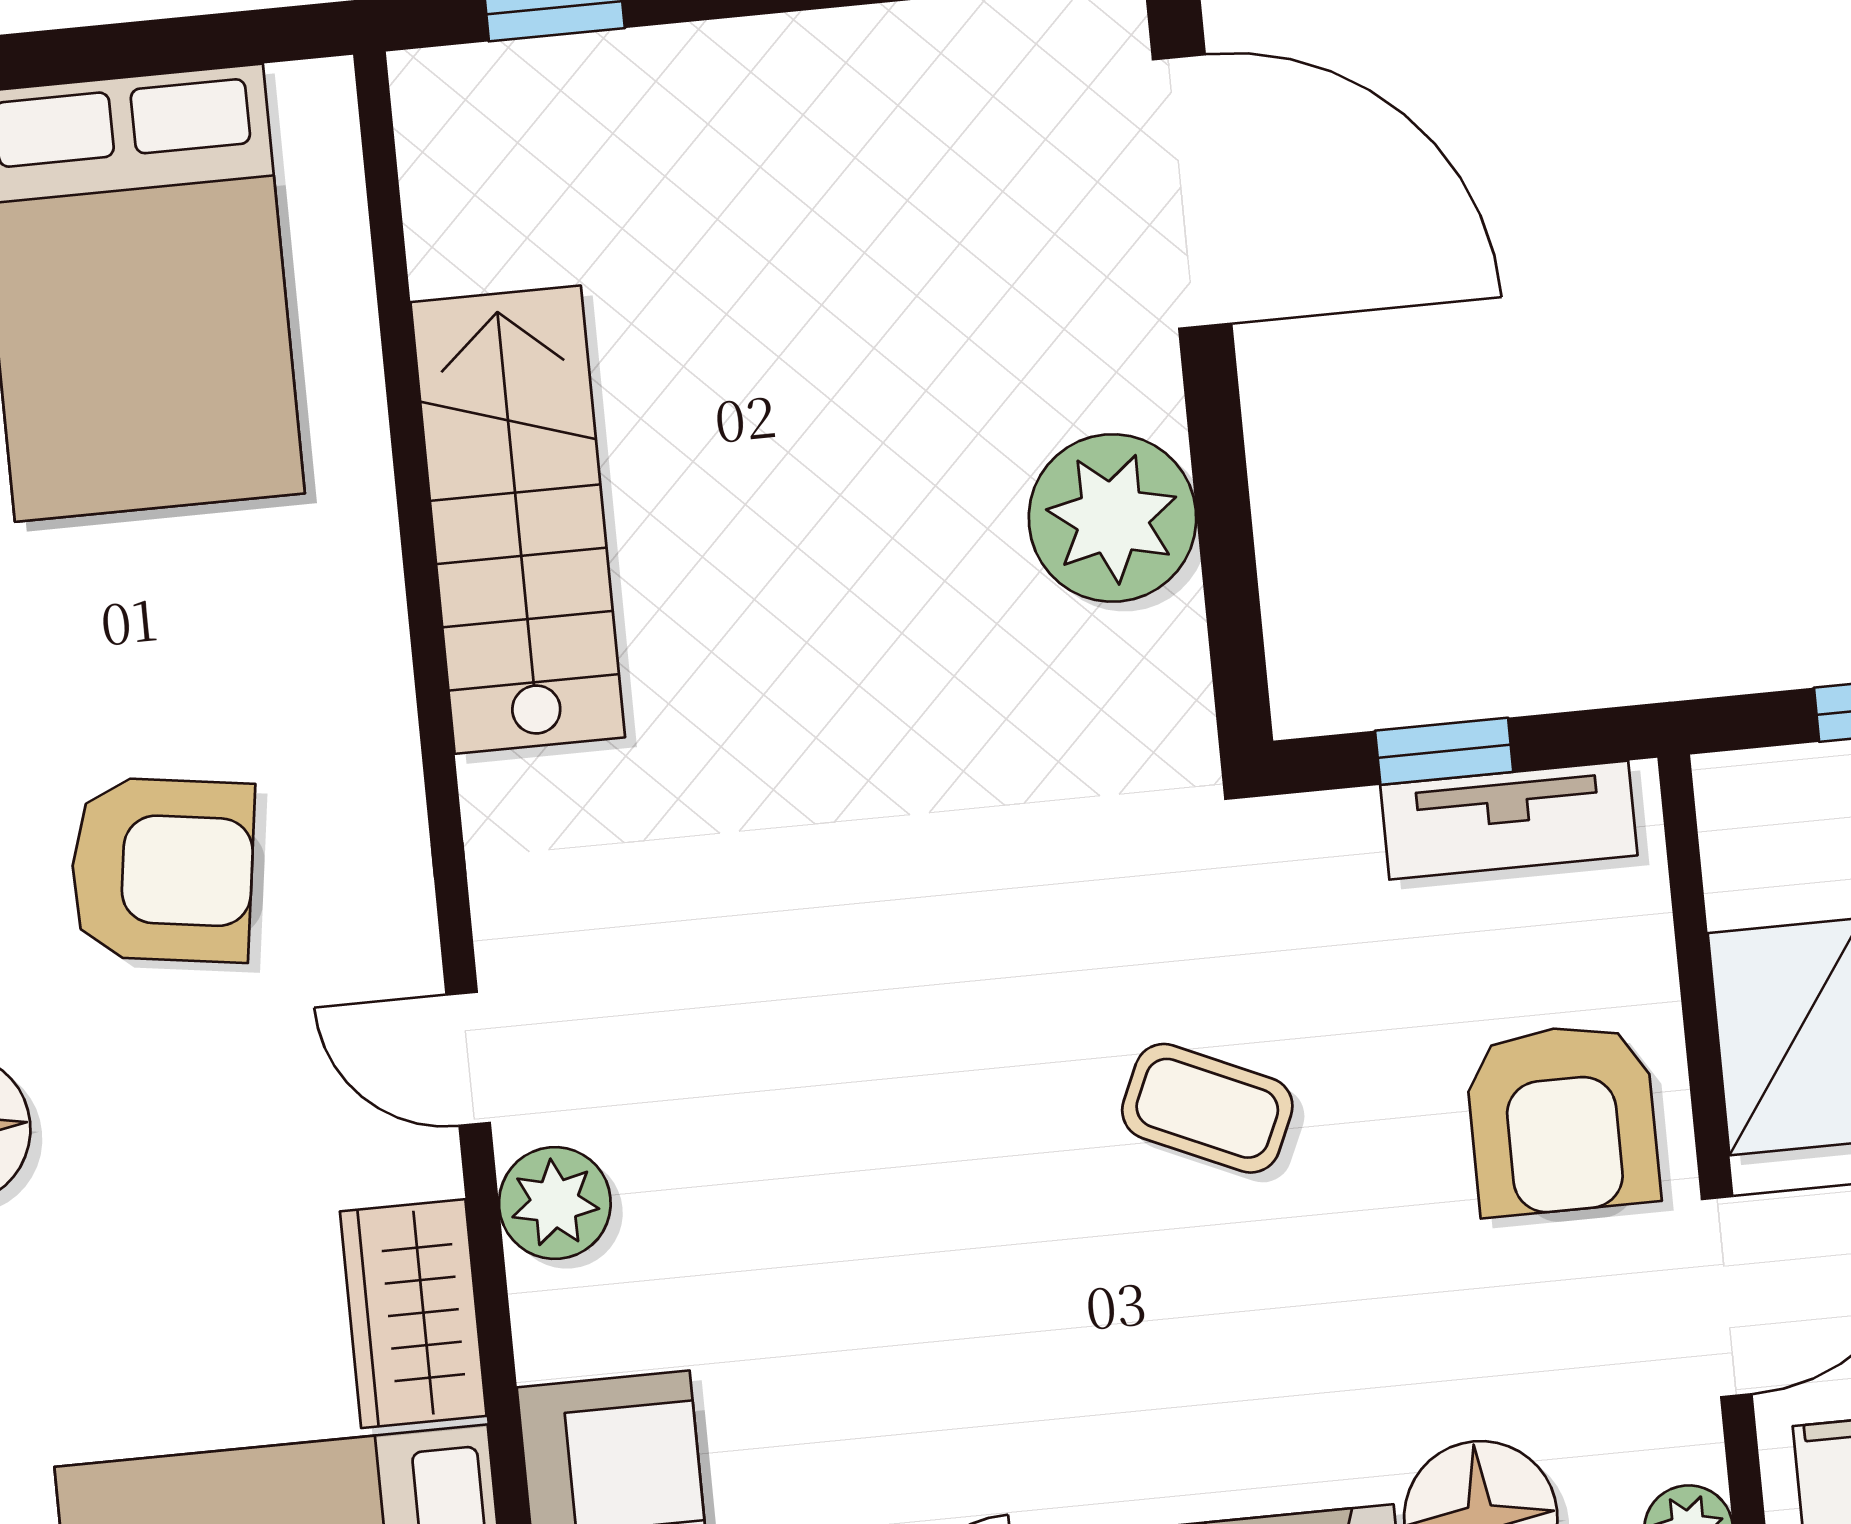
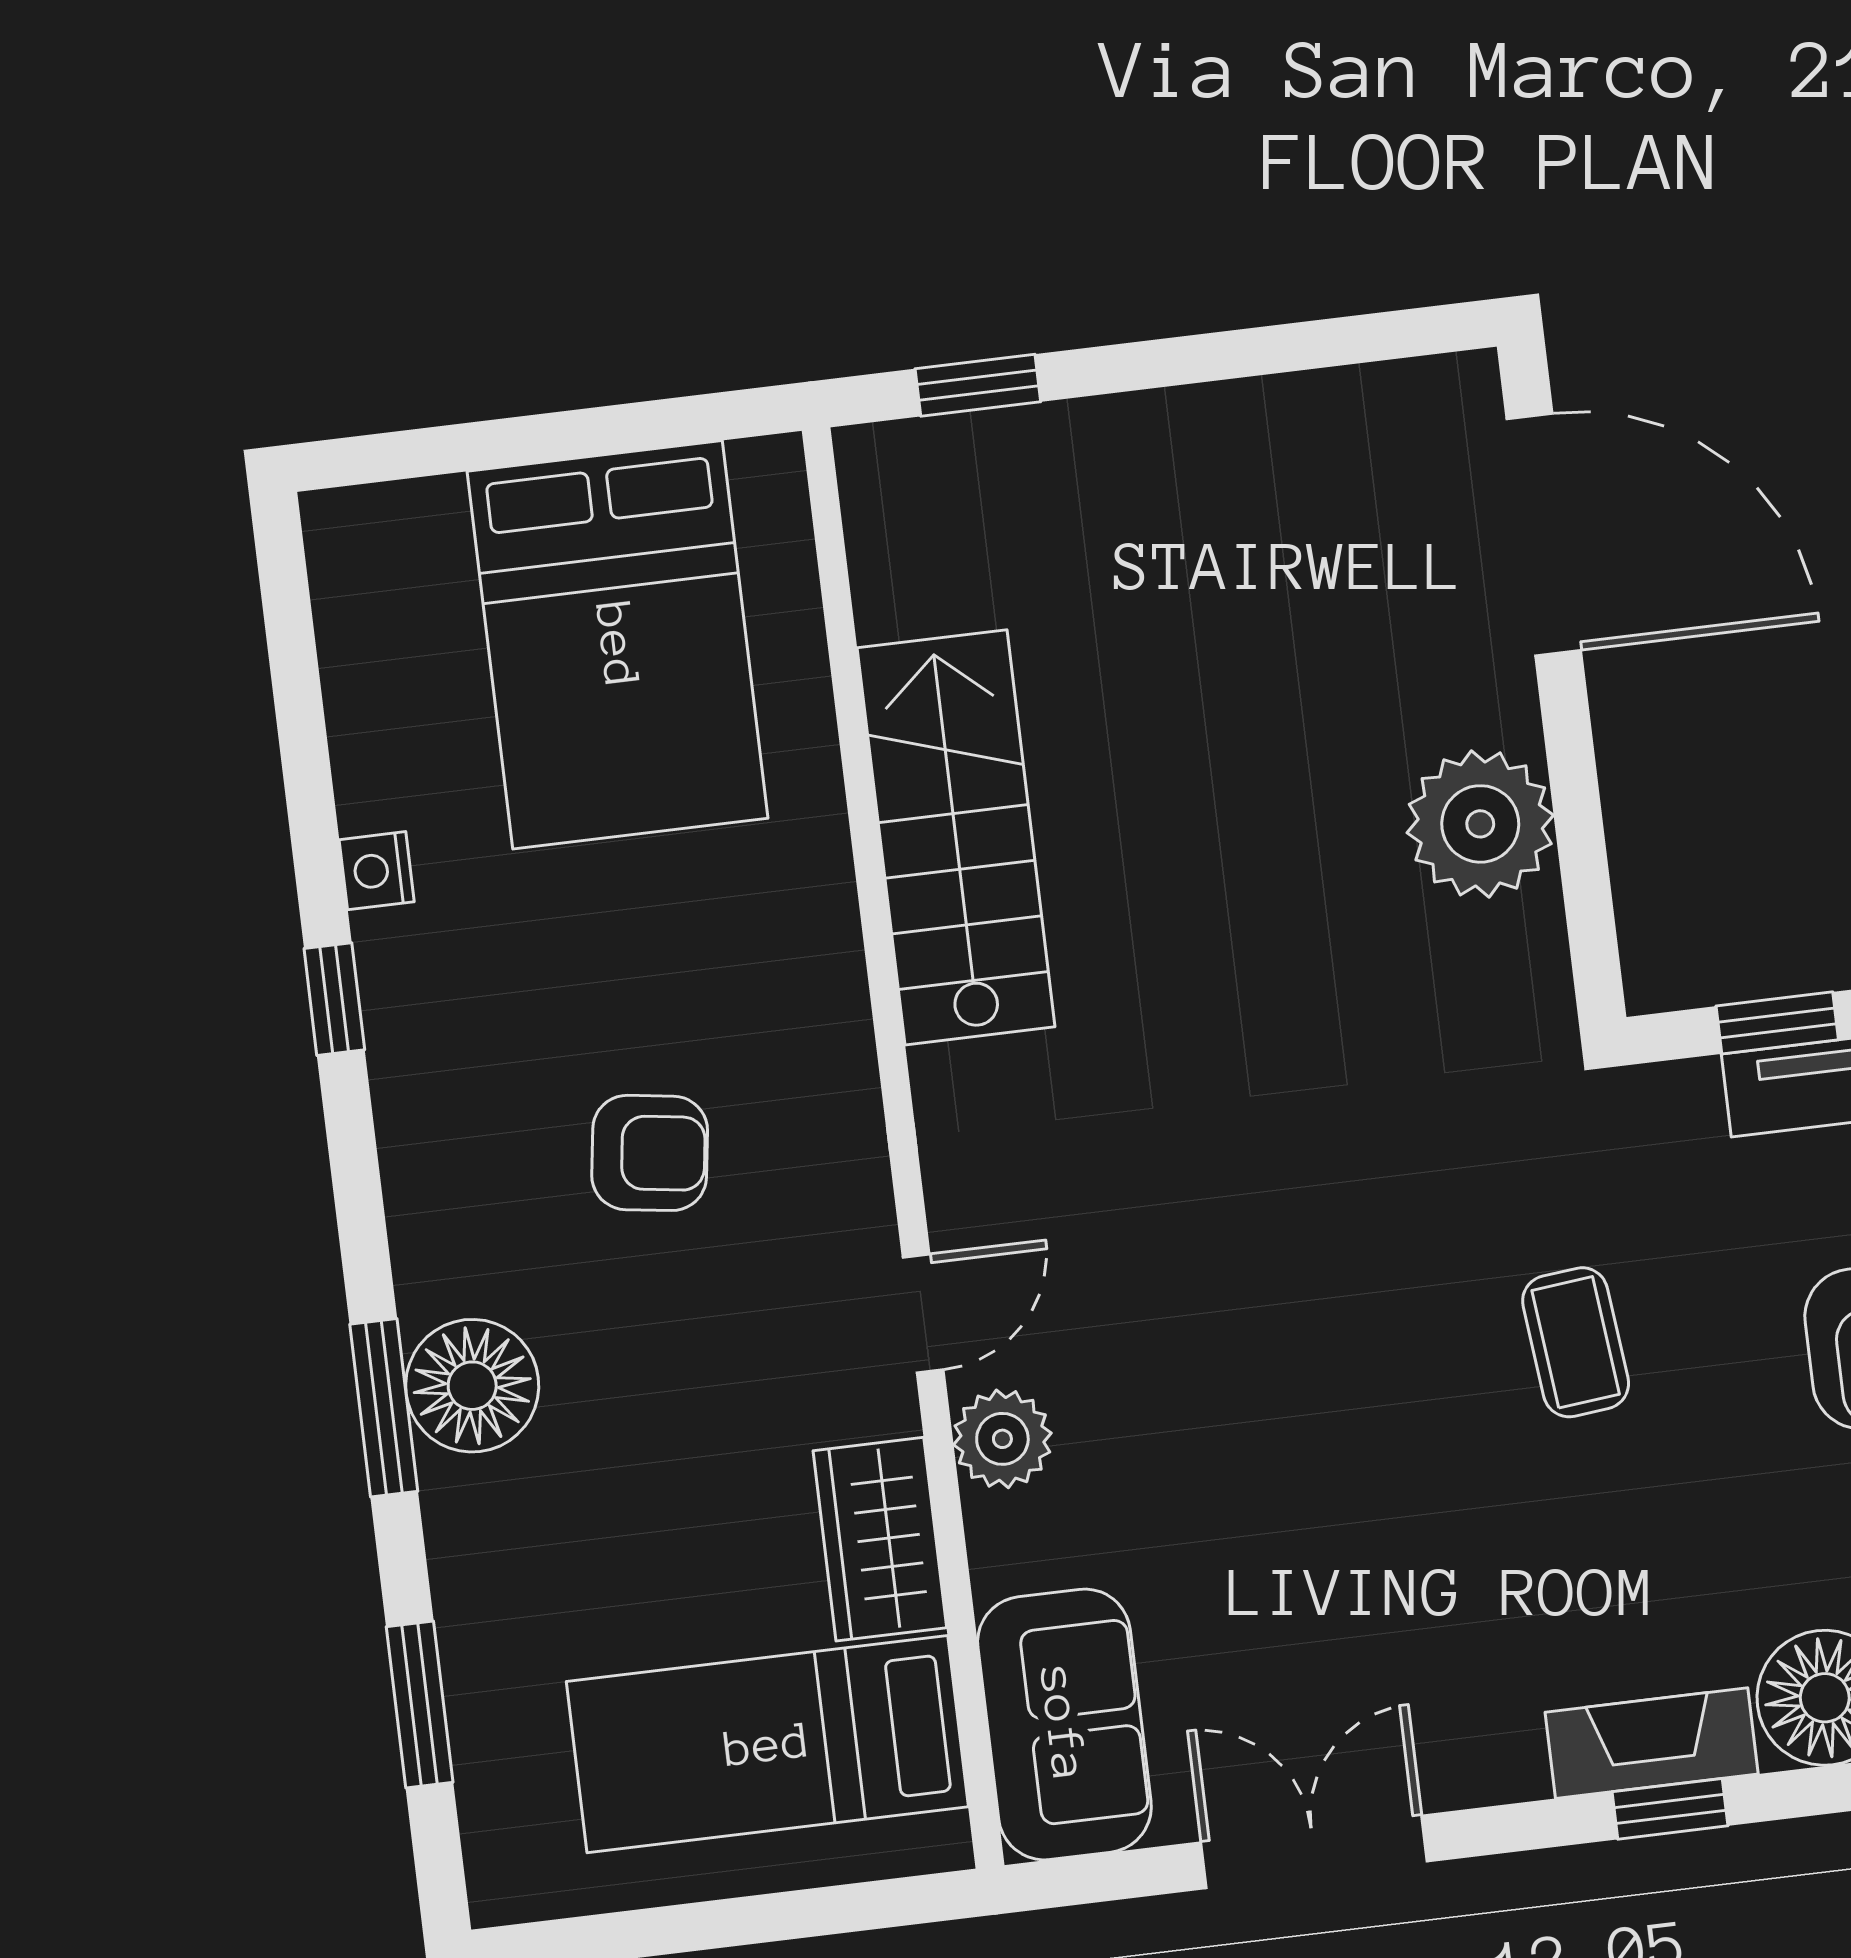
armchair: (162, 870) -> (650, 1153), width x0.72, depth x0.72
door: (468, 1059) -> (923, 1313), swing flipped
coffee table: (1207, 1108) -> (1576, 1342), turned 60

